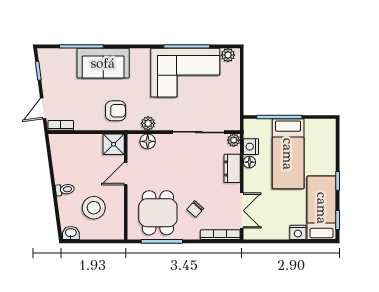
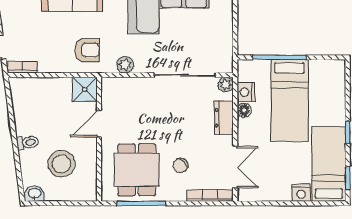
floor lamp: (148, 141) -> (125, 86), removed

